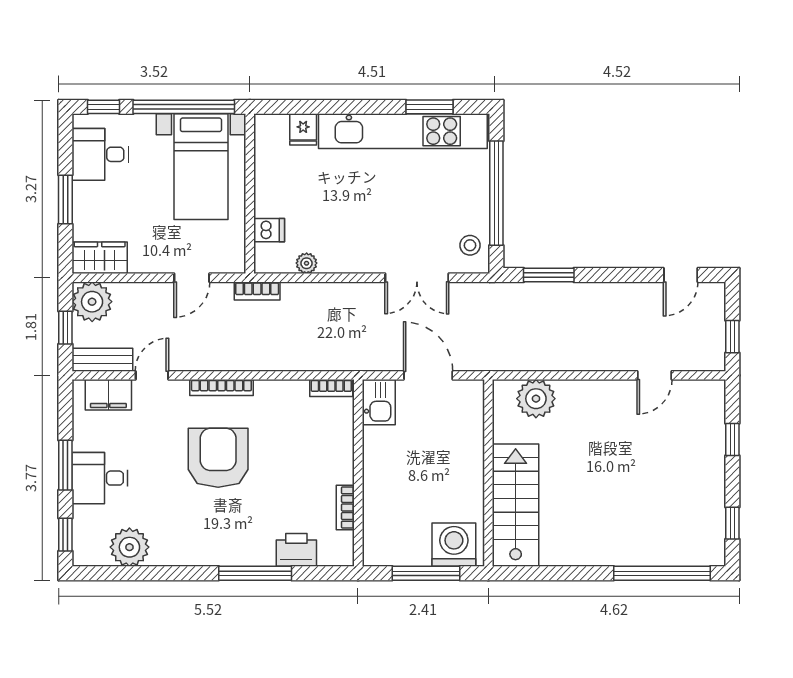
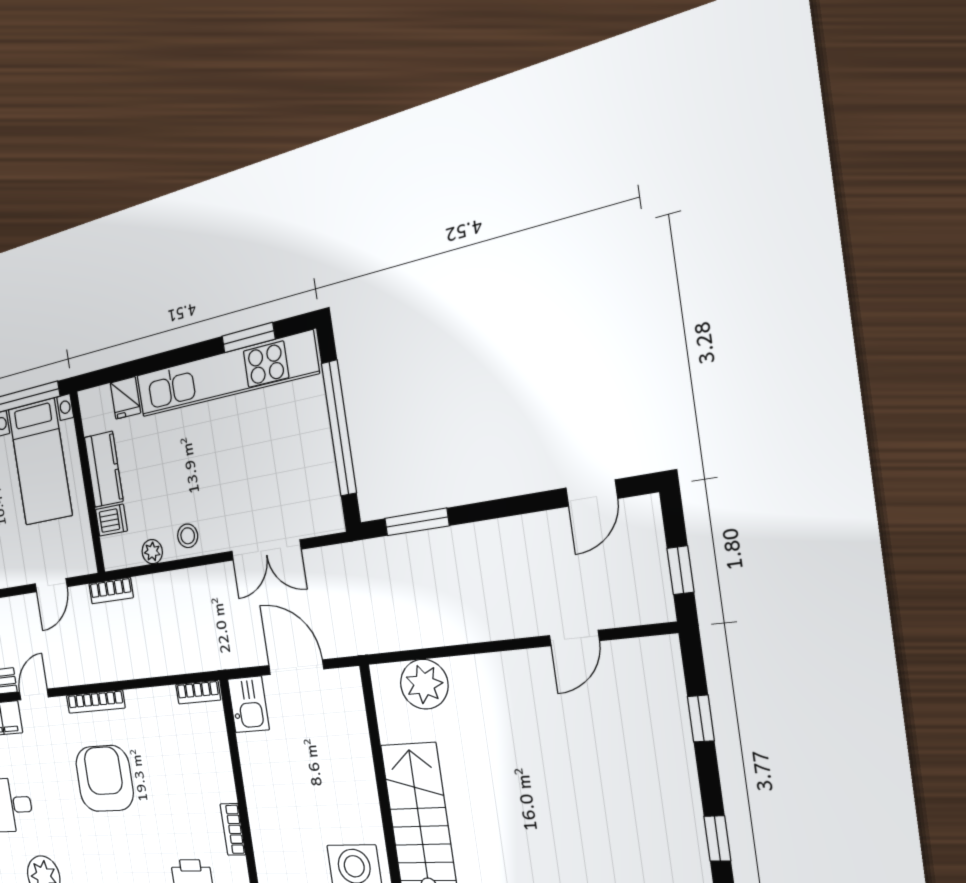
kitchen counter: (269, 185) -> (104, 469), added
stool: (470, 245) -> (188, 536), moved

